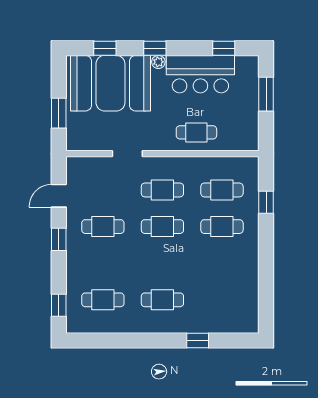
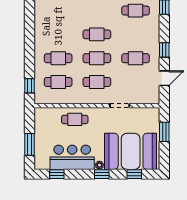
window: (266, 202) -> (29, 86), moved
cafe table: (162, 300) -> (97, 34), moved

